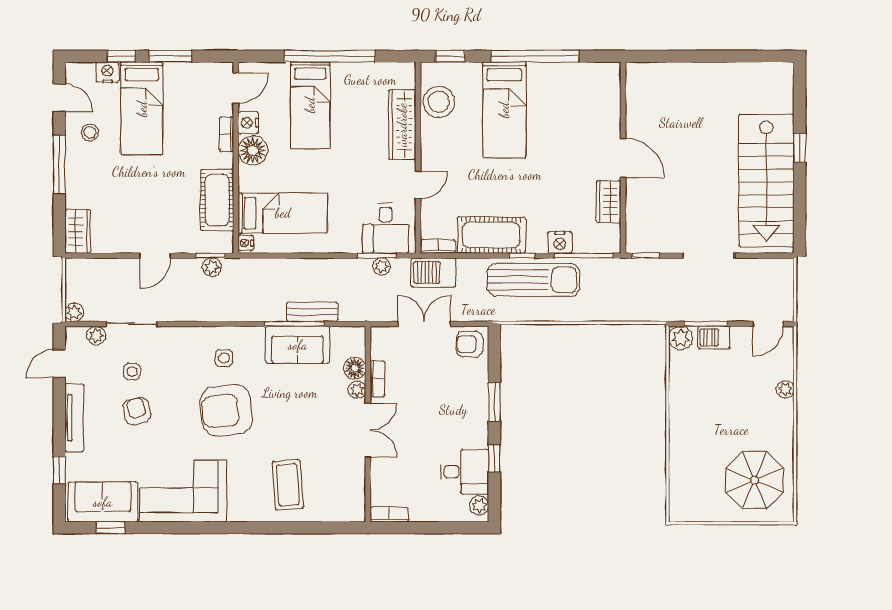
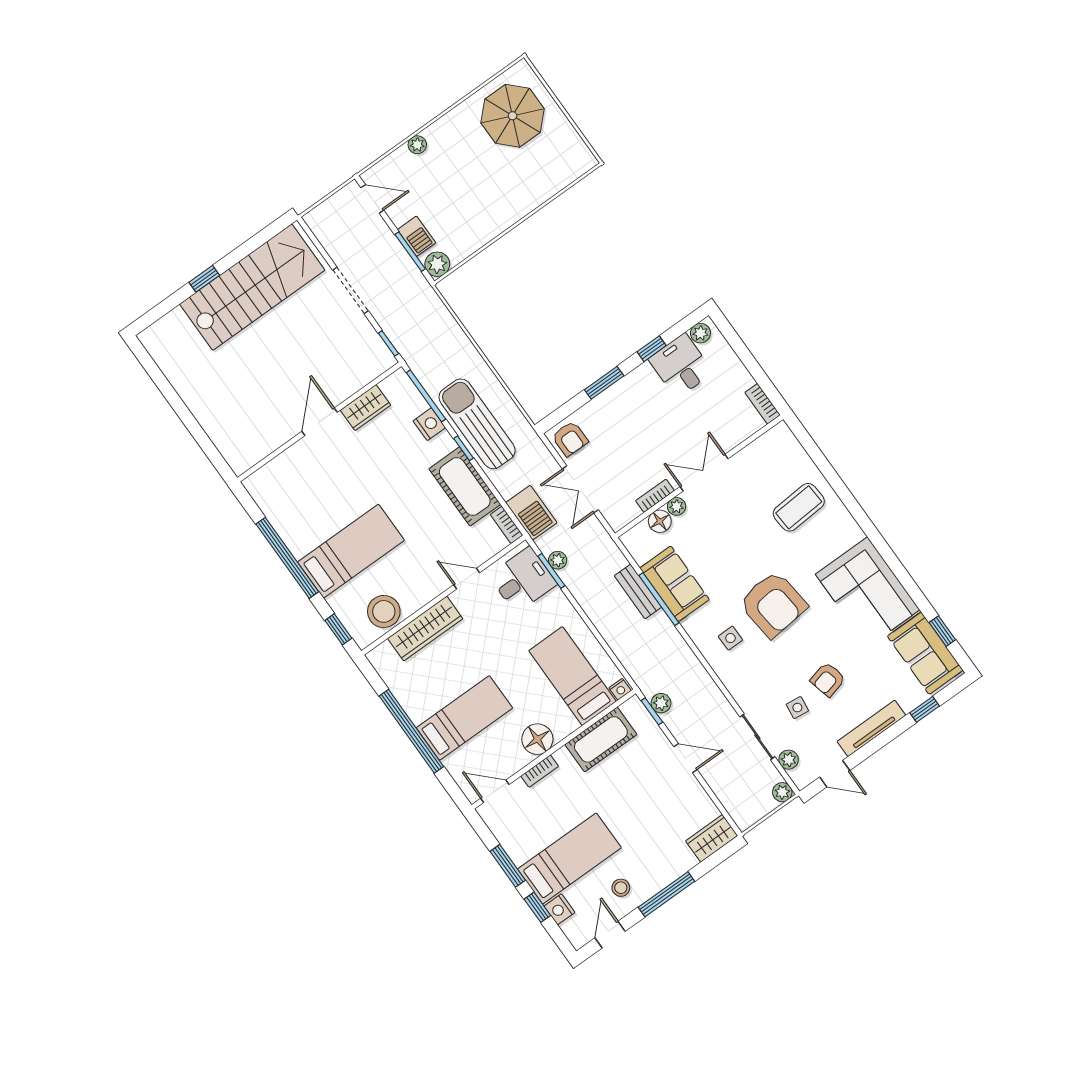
nightstand: (248, 123) -> (517, 760), removed

